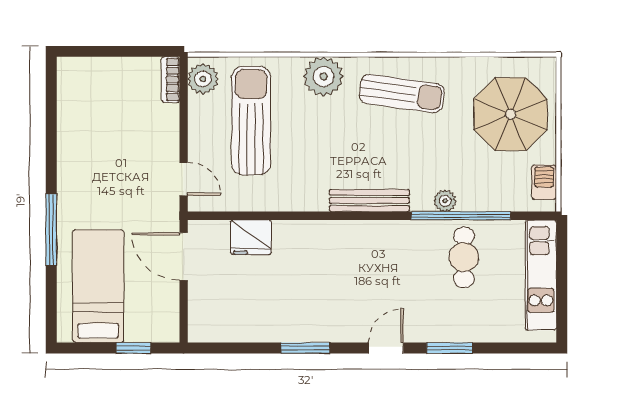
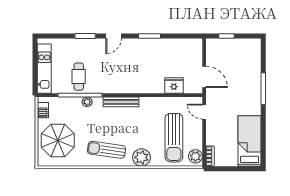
bed: (98, 286) -> (250, 141), moved, turned 180

